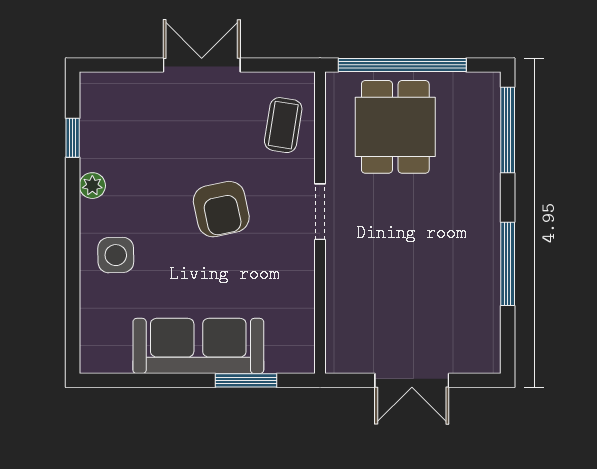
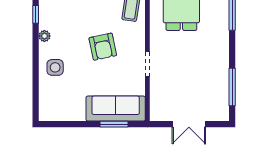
doorway: (320, 212) -> (147, 64), moved
window: (508, 264) -> (232, 87), moved
sofa: (198, 346) -> (116, 109), moved

